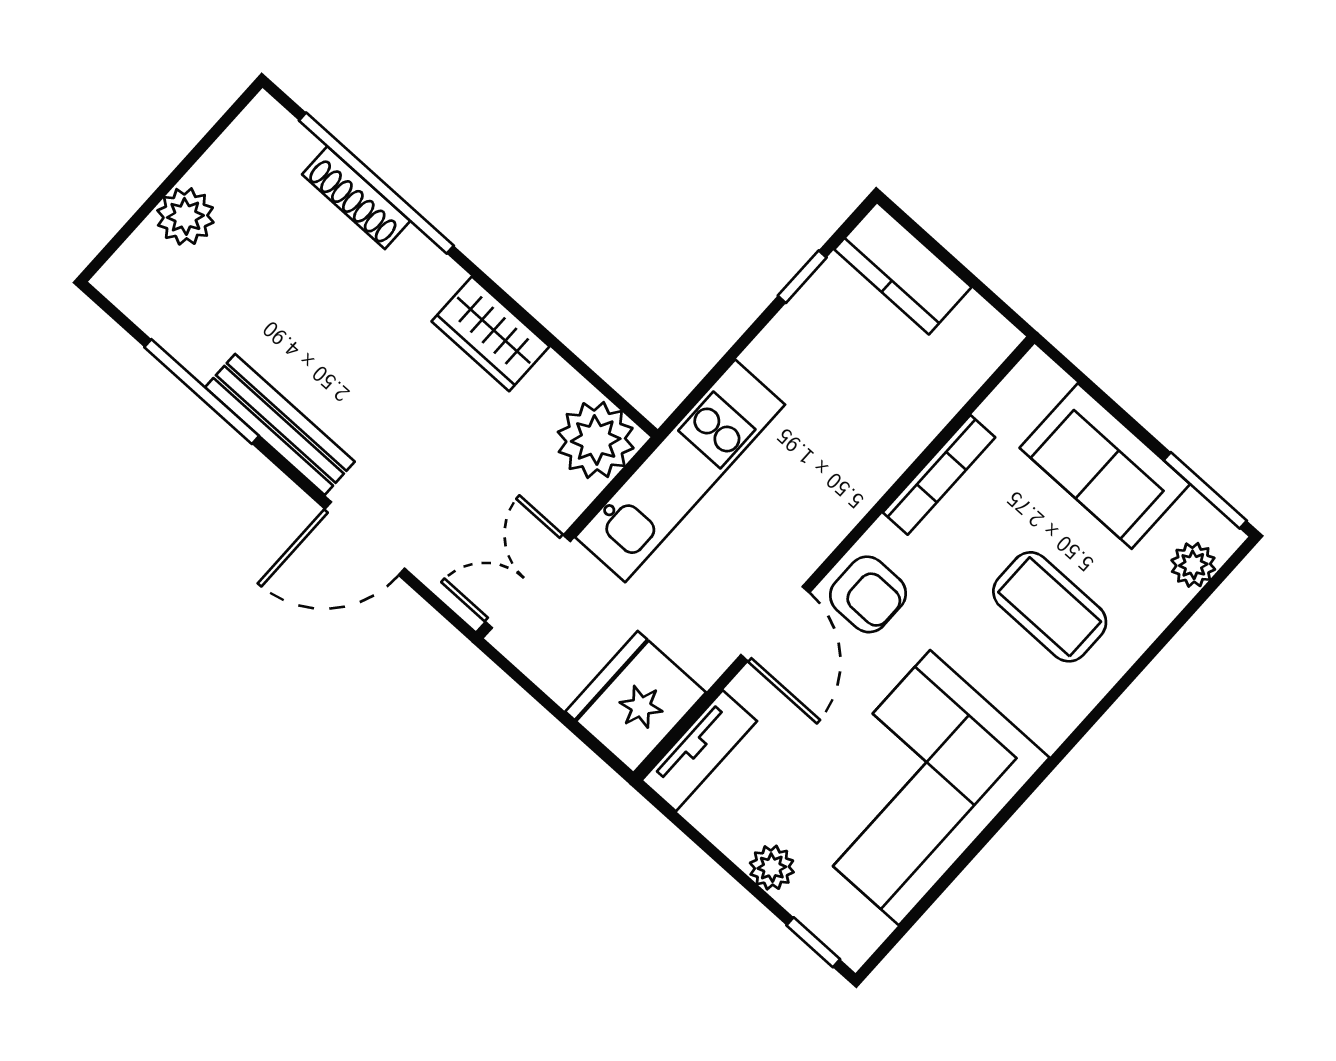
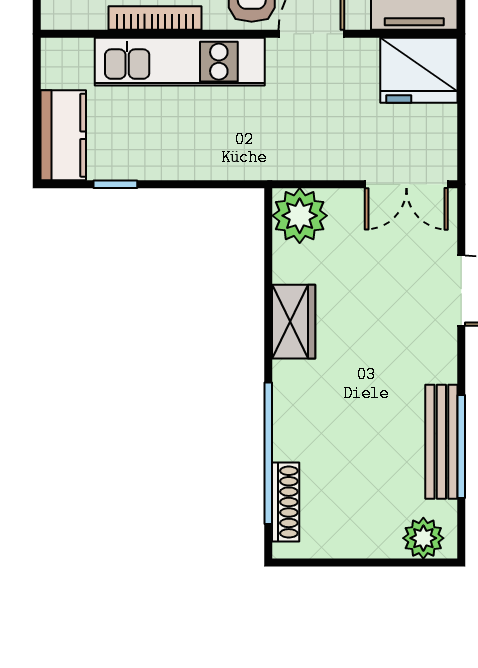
shoe rack: (356, 198) -> (286, 502), moved
plant: (185, 216) -> (423, 538), moved
bench: (280, 424) -> (441, 442), moved
kitchen unit: (680, 471) -> (180, 62), moved, turned 180

